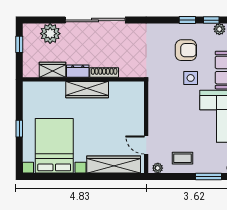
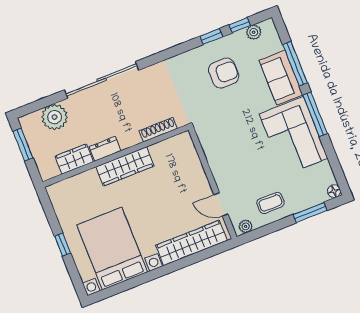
window: (19, 44) -> (23, 145), width x1.50
shoe rack: (104, 73) -> (158, 130), moved
side table: (191, 78) -> (242, 104), removed

